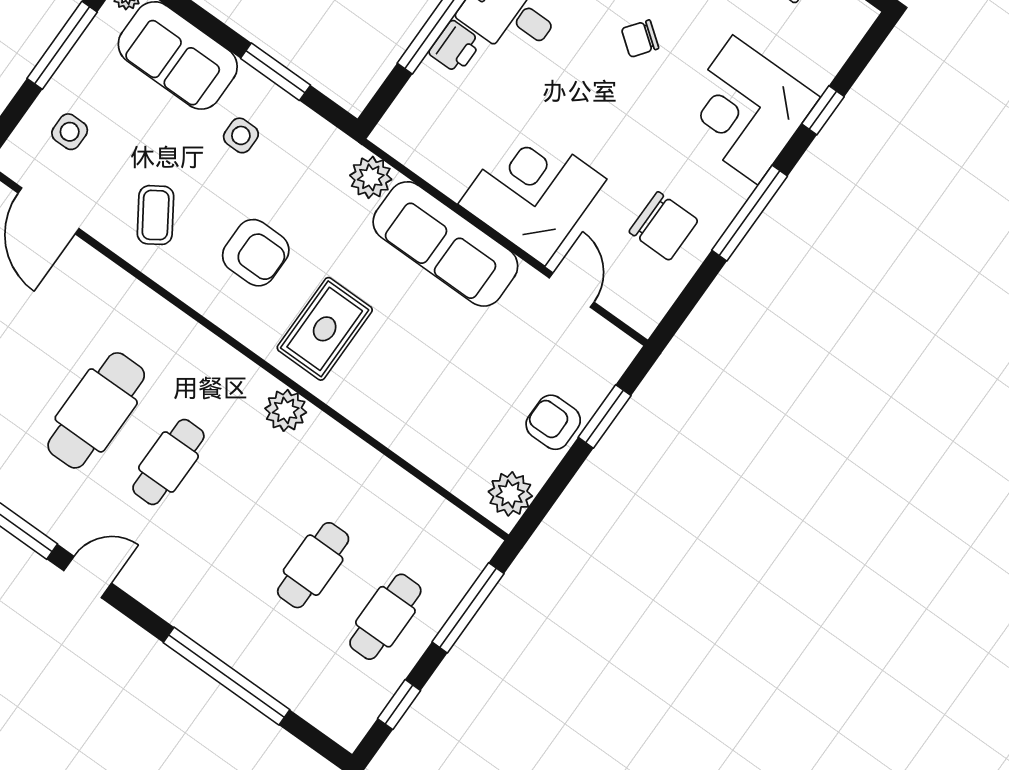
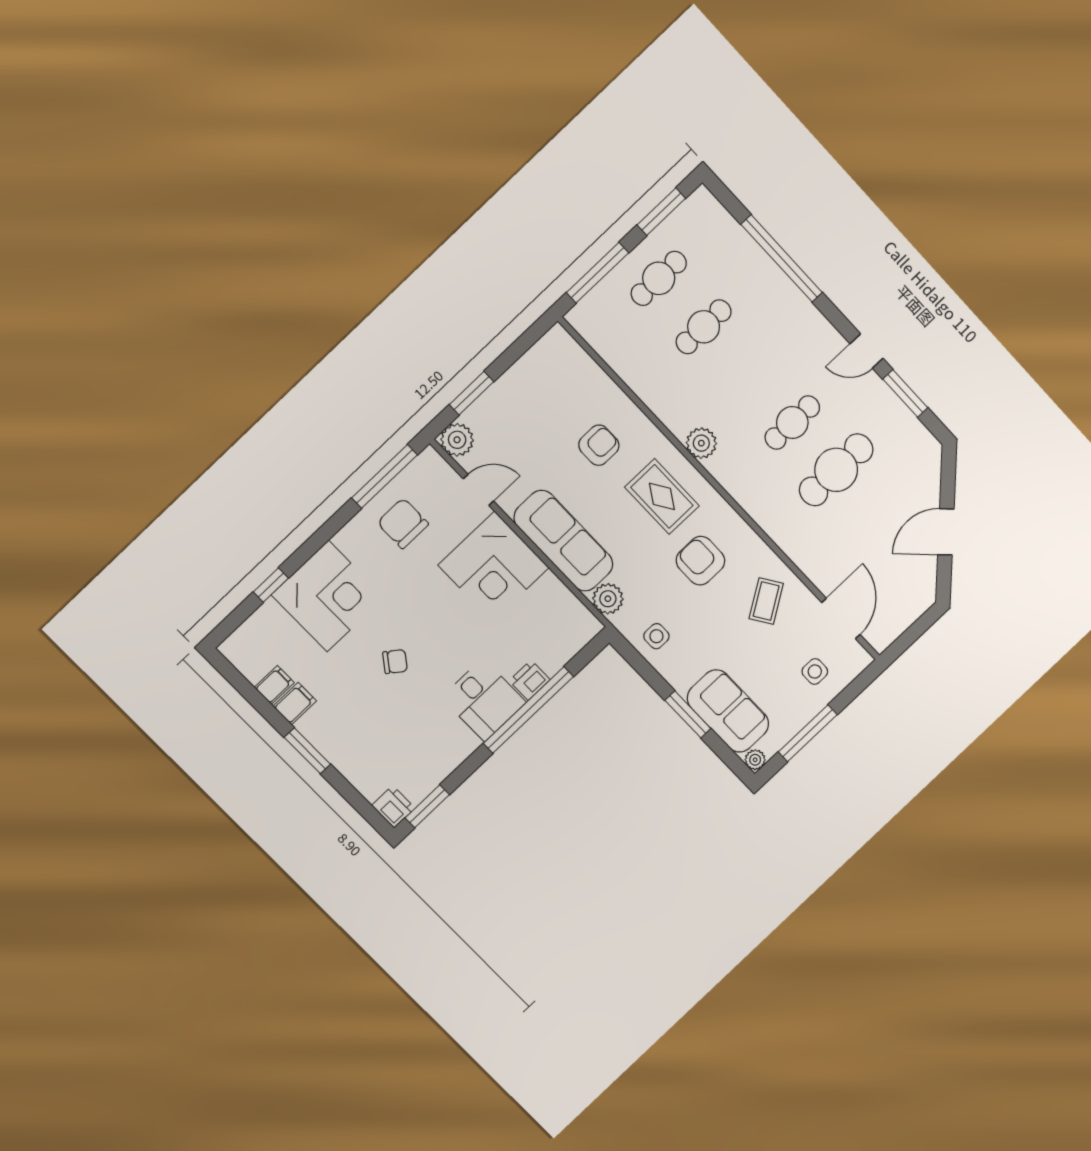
window: (275, 72) -> (688, 714), moved
side table: (241, 135) -> (656, 636), moved
window: (750, 213) -> (384, 476), moved
door: (572, 290) -> (478, 490), swing flipped
rug: (325, 329) -> (662, 496), turned 90
armchair: (553, 422) -> (599, 445), moved, turned -90
plant: (510, 494) -> (457, 440), moved
window: (399, 705) -> (661, 212), width x1.50

